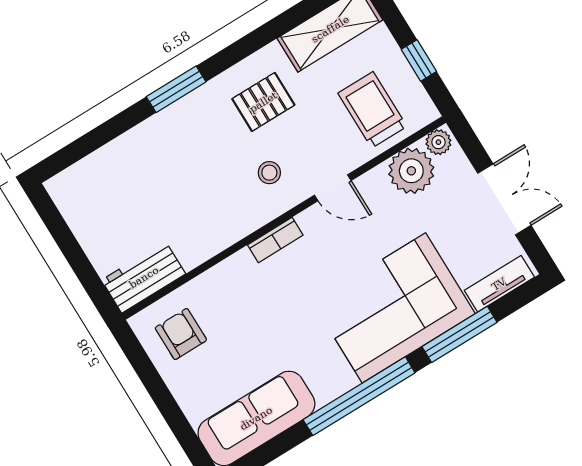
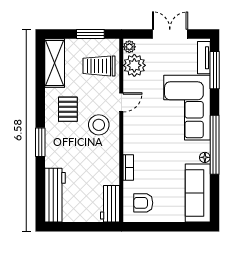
window: (419, 60) -> (90, 34), width x1.50
workbench: (100, 172) -> (55, 195), added
stool: (269, 173) -> (99, 125), width x1.89, depth x1.89
bookcase: (275, 240) -> (128, 168), moved
window: (459, 334) -> (215, 70), moved
floor lamp: (326, 393) -> (205, 157), added

